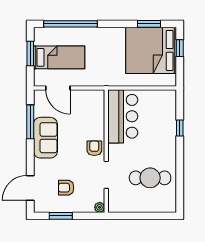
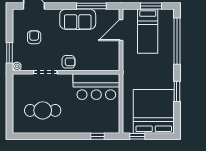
window: (149, 24) -> (177, 91), moved
window: (180, 48) -> (137, 136), moved
window: (180, 128) -> (98, 136), moved
cafe table: (150, 178) -> (43, 110), turned 90
window: (61, 216) -> (9, 53), moved

